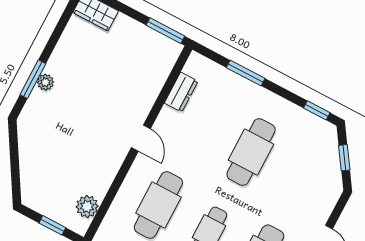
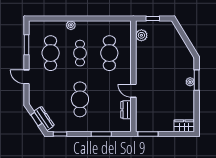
door: (141, 138) -> (133, 91), moved
dresser: (330, 152) -> (44, 118), added

